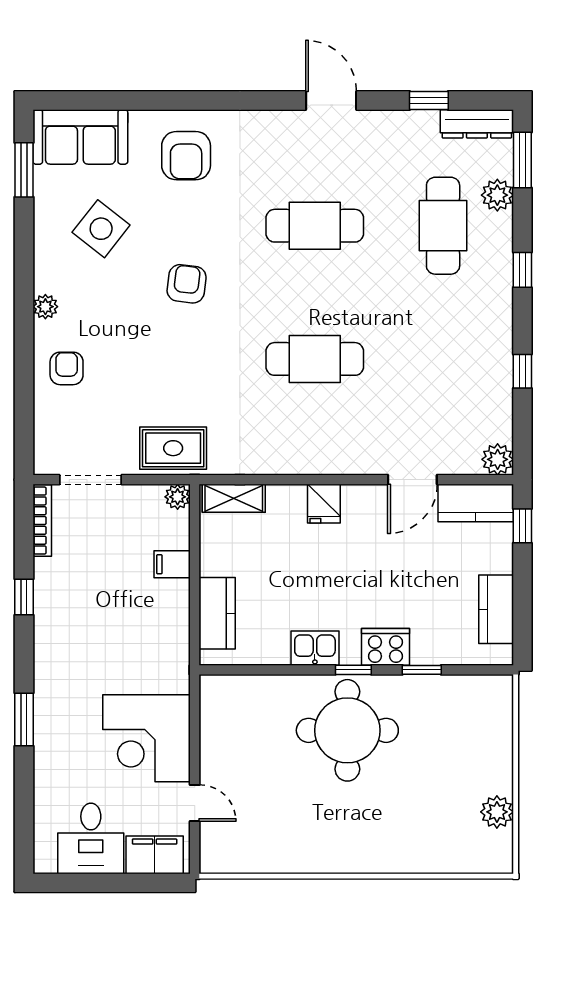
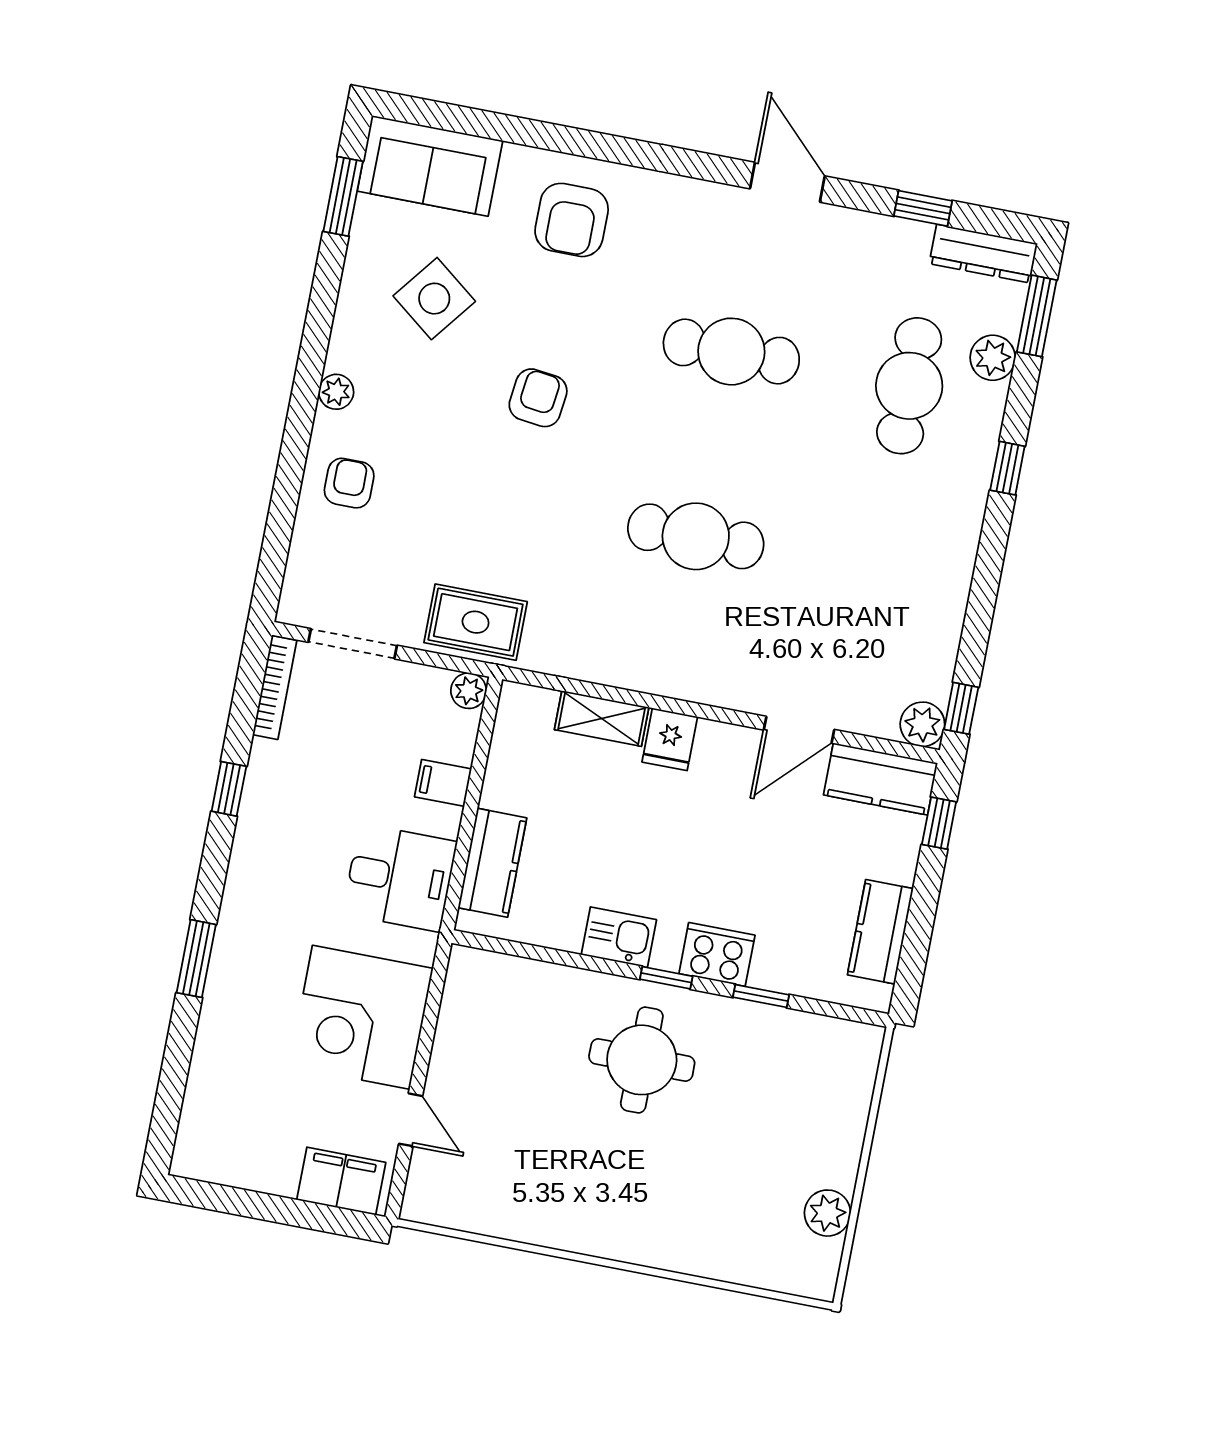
window: (522, 371) -> (961, 708), moved
shelving: (234, 498) -> (602, 719), moved
round table: (347, 730) -> (642, 1060), width x0.73, depth x0.73
desk: (91, 838) -> (400, 878), moved, turned -90

